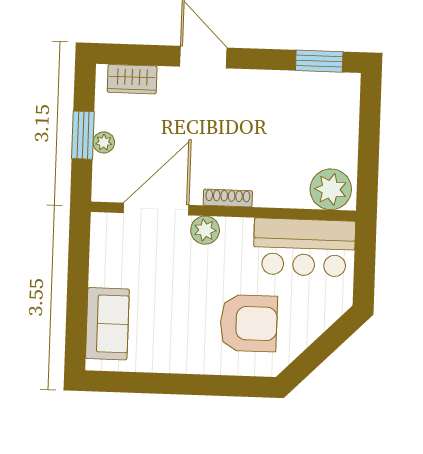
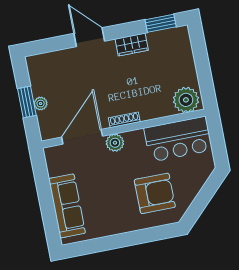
wardrobe: (132, 79) -> (132, 45), moved
sofa: (107, 324) -> (67, 206), width x1.36

